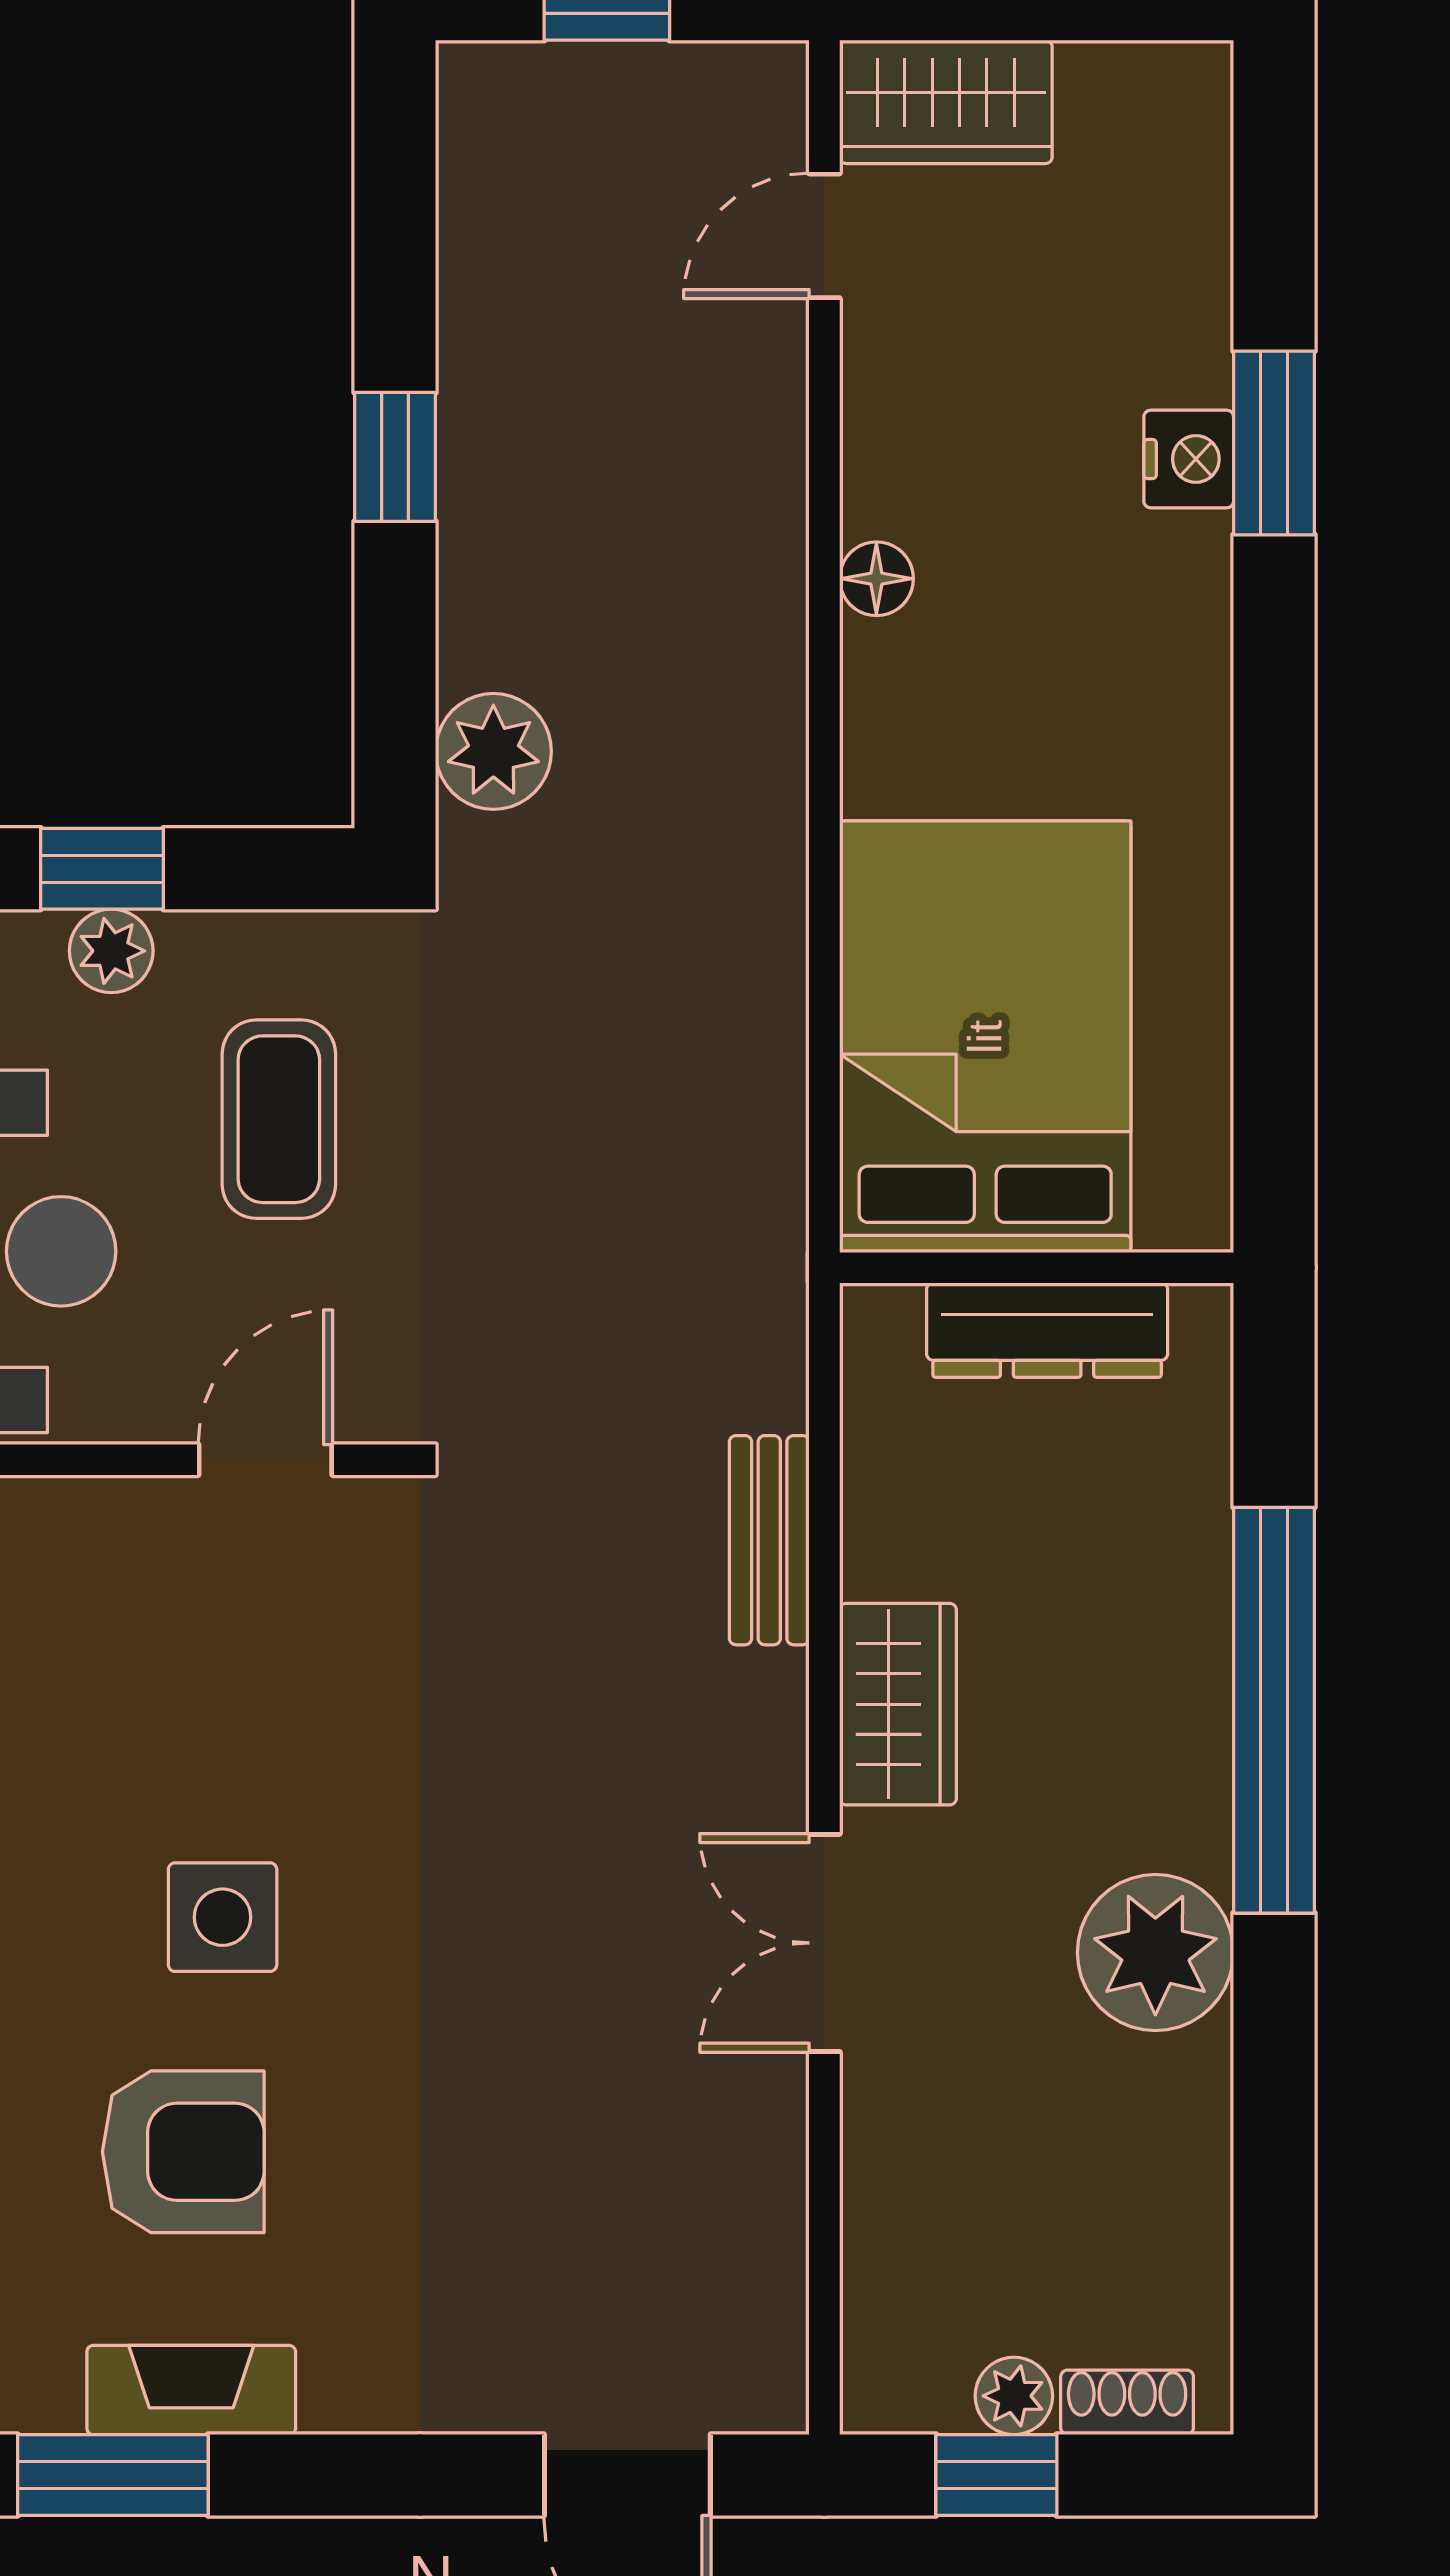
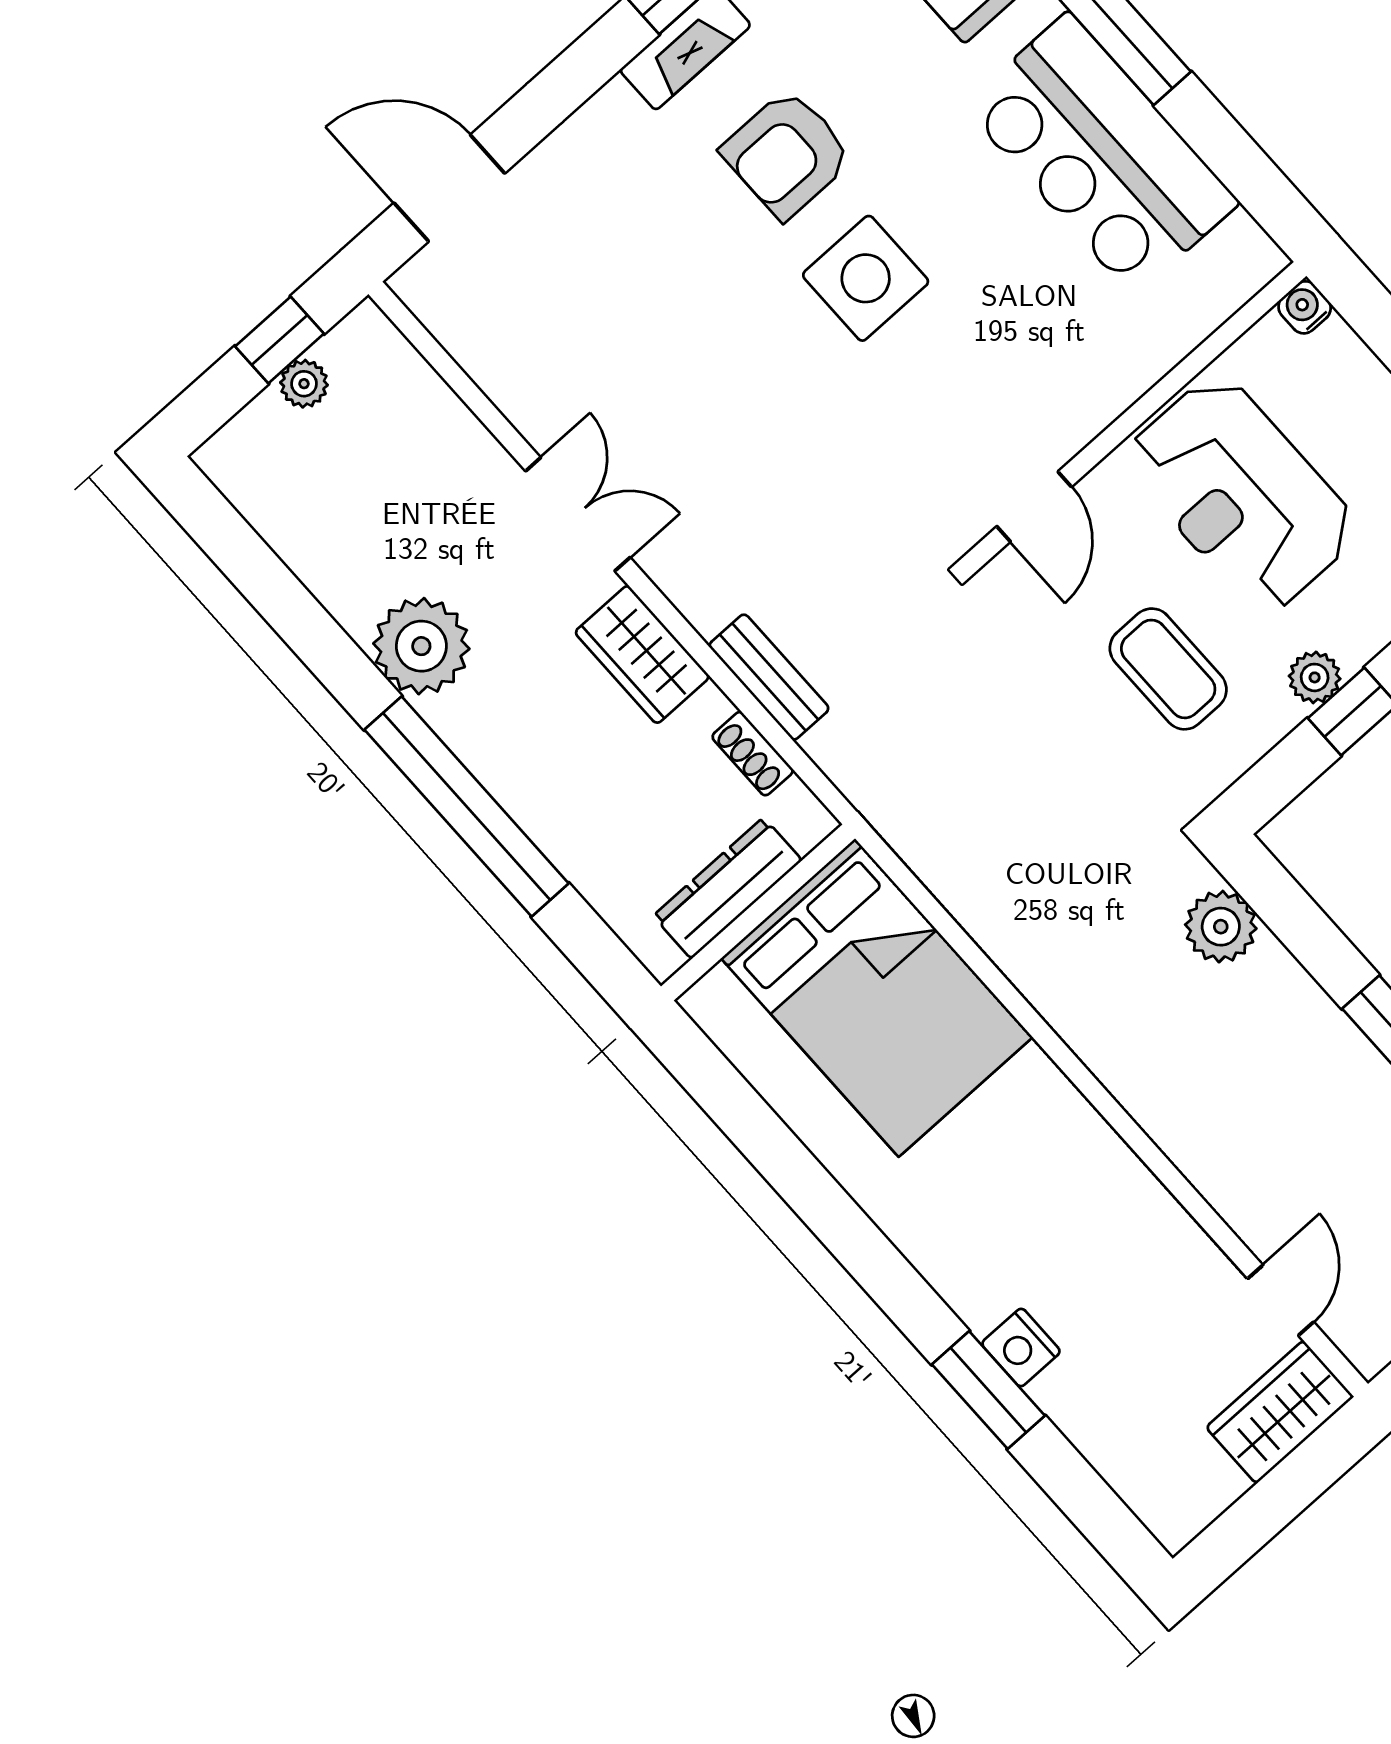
floor lamp: (876, 579) -> (1115, 1164), removed
side table: (223, 1917) -> (866, 278), width x1.37, depth x1.37
shoe rack: (1127, 2402) -> (753, 754), moved, turned 90

